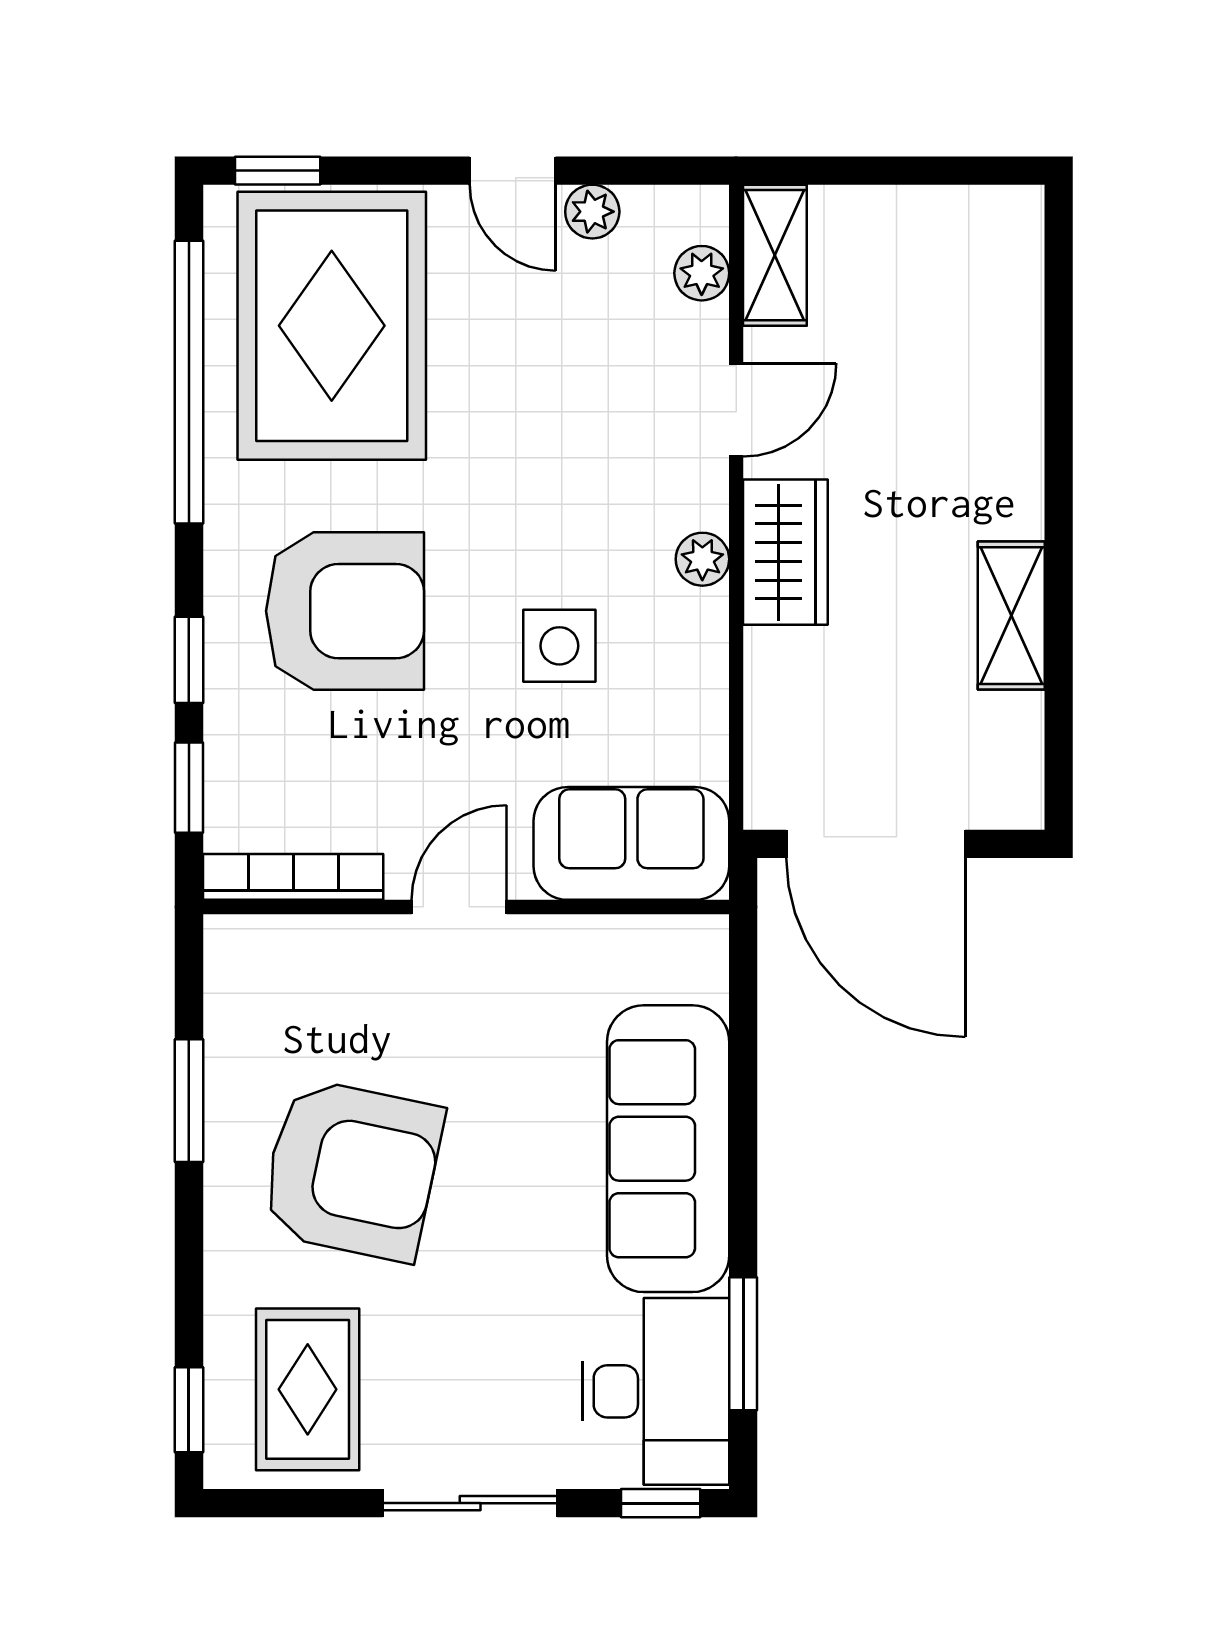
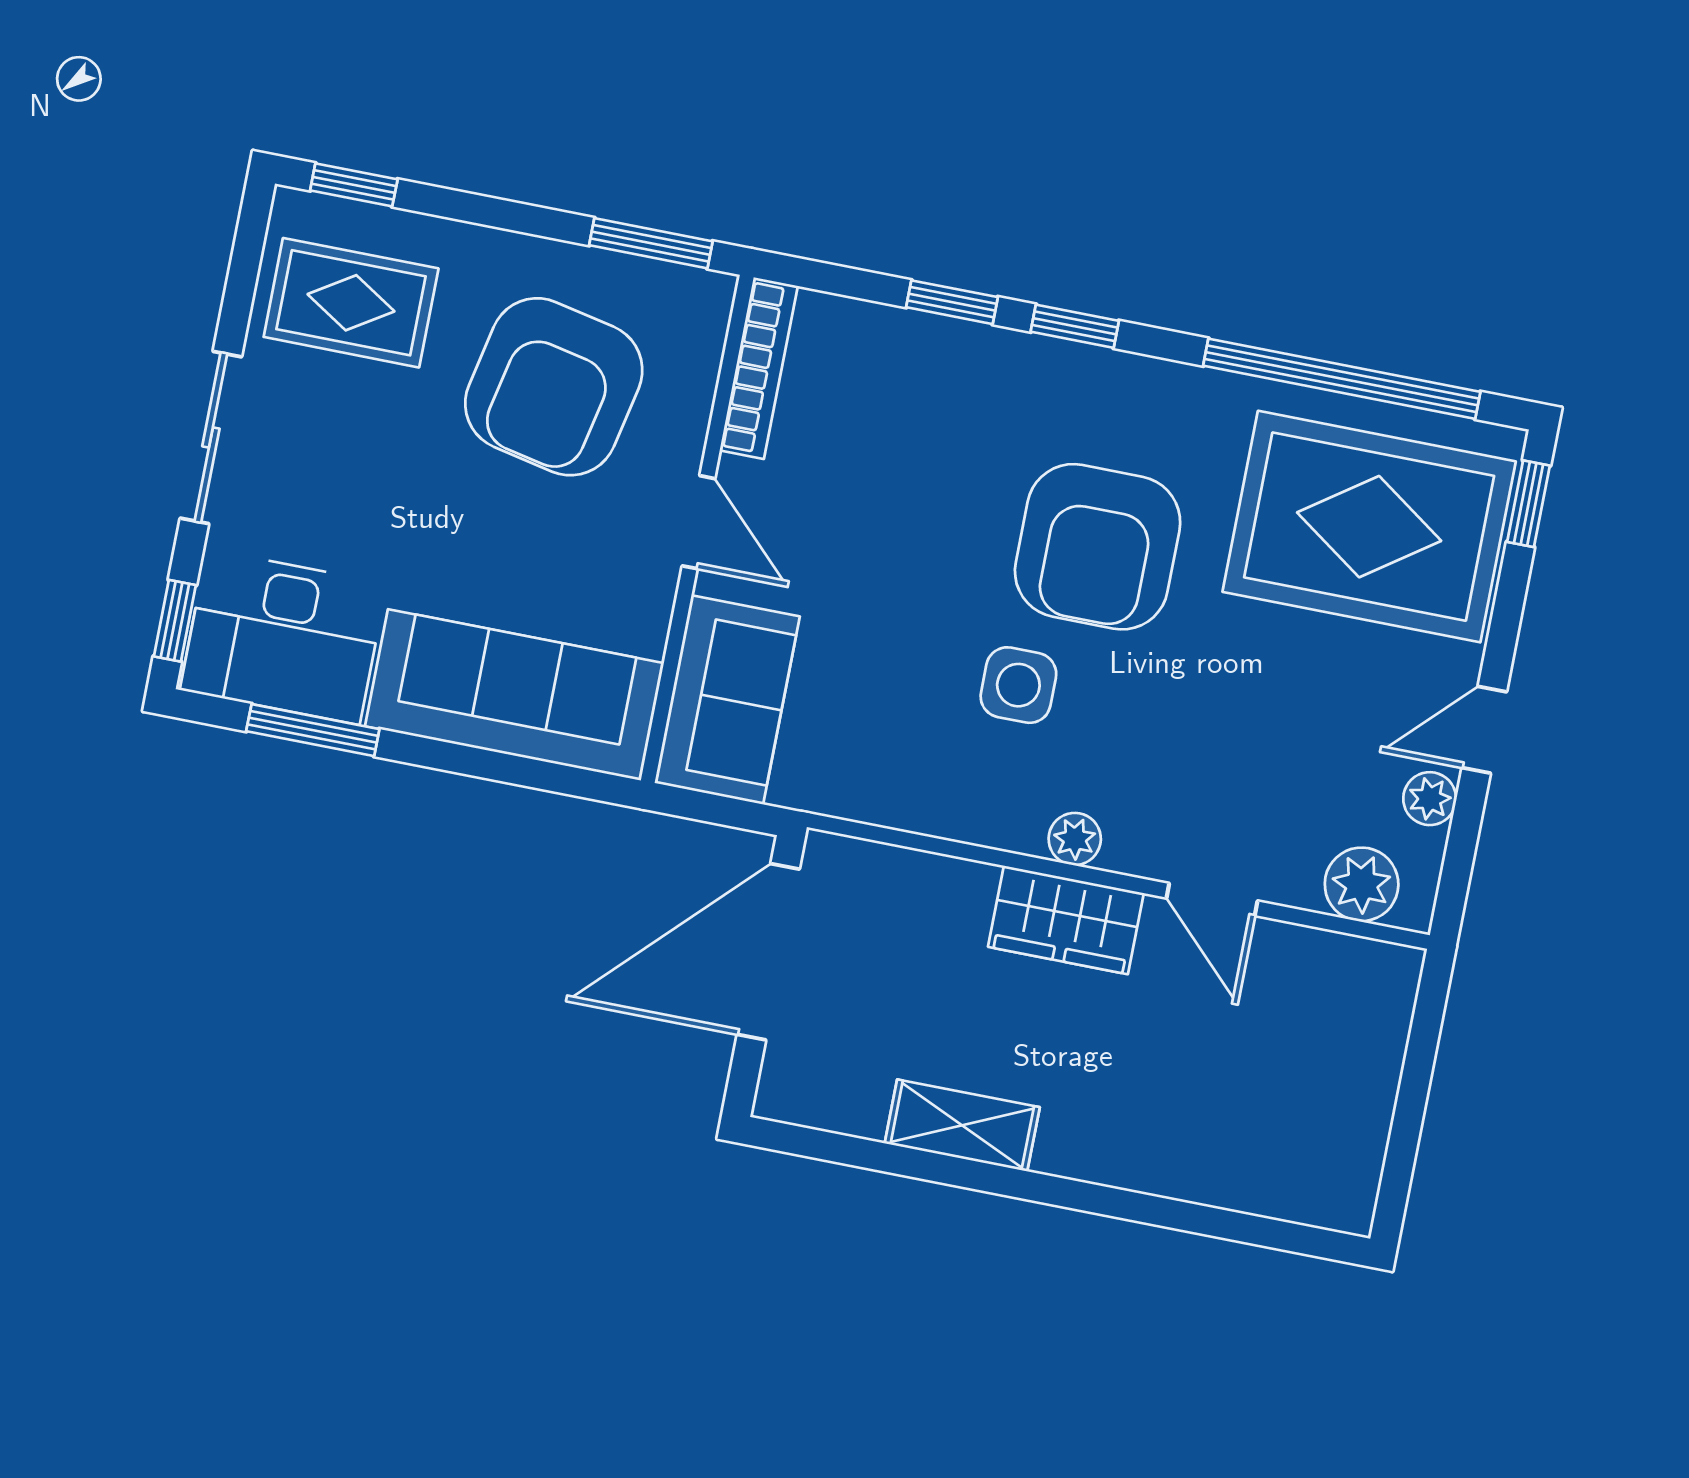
shelving: (775, 255) -> (1353, 966), removed
plant: (702, 273) -> (1362, 884), width x1.38, depth x1.38
armchair: (345, 611) -> (1098, 547), moved
sofa: (631, 843) -> (727, 700), moved
bookcase: (293, 877) -> (759, 368), moved
door: (459, 907) -> (699, 522), moved
wall: (466, 907) -> (697, 529), moved

